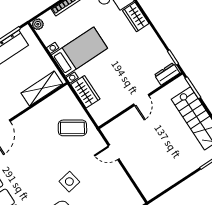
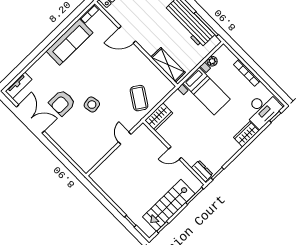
plant: (38, 24) -> (212, 61), moved
wardrobe: (85, 92) -> (159, 117), moved

